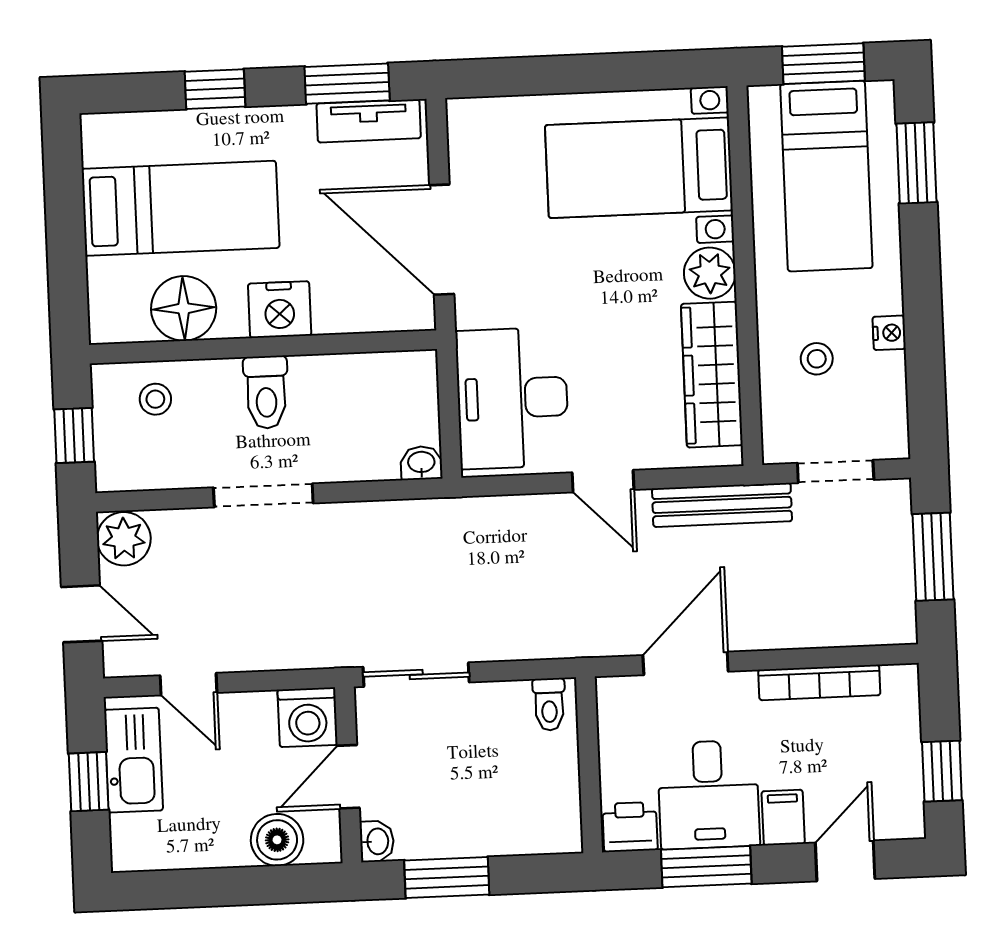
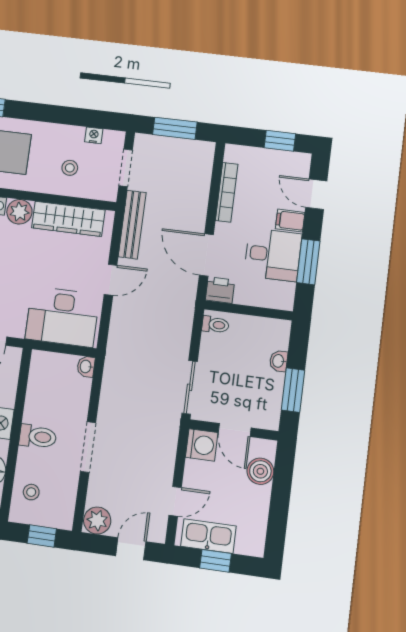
nightstand: (889, 333) -> (94, 135), moved
printer: (630, 827) -> (220, 290), moved, turned 90
washbasin: (377, 841) -> (279, 361), moved, turned -90

